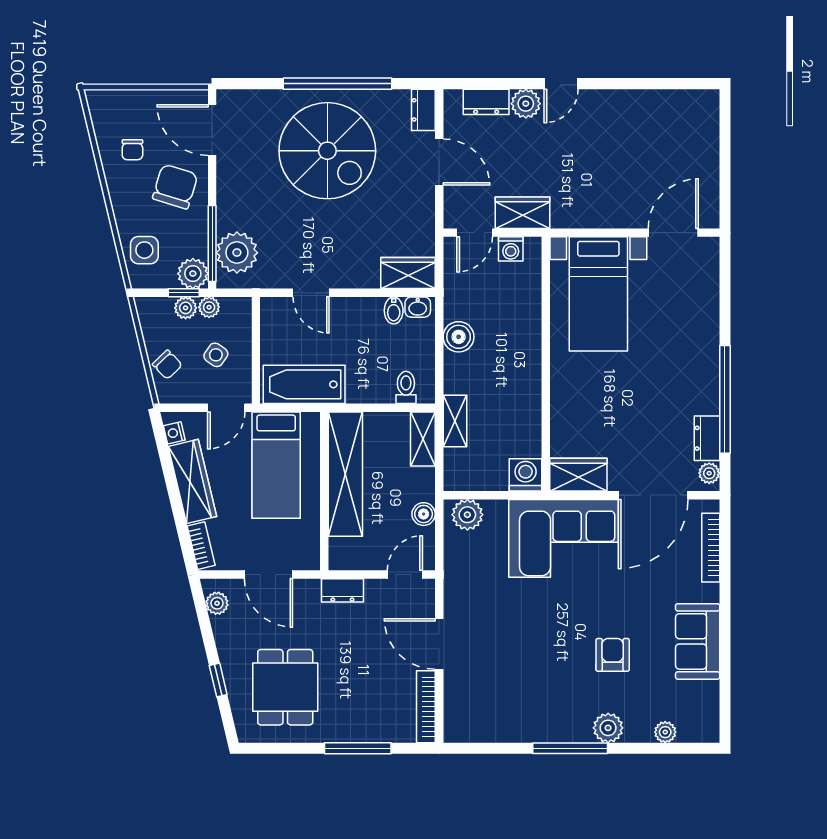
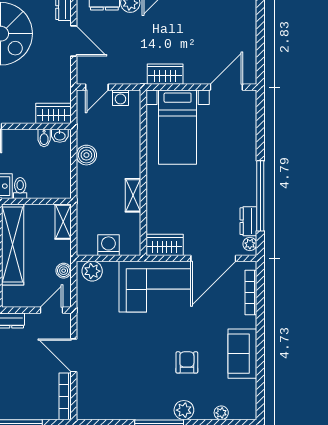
wardrobe: (523, 213) -> (165, 74), moved
toilet: (406, 387) -> (20, 188), moved
shelving: (455, 421) -> (133, 195), moved
washing machine: (526, 475) -> (108, 245), moved

